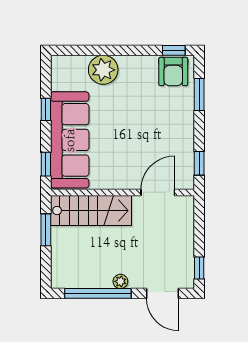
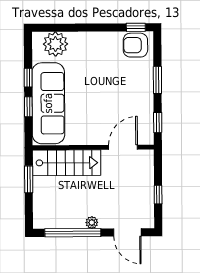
plant: (103, 70) -> (55, 44), moved
armchair: (173, 72) -> (135, 45), turned 90
window: (199, 95) -> (157, 80), moved
window: (46, 164) -> (28, 107), moved
window: (199, 268) -> (158, 195), moved

